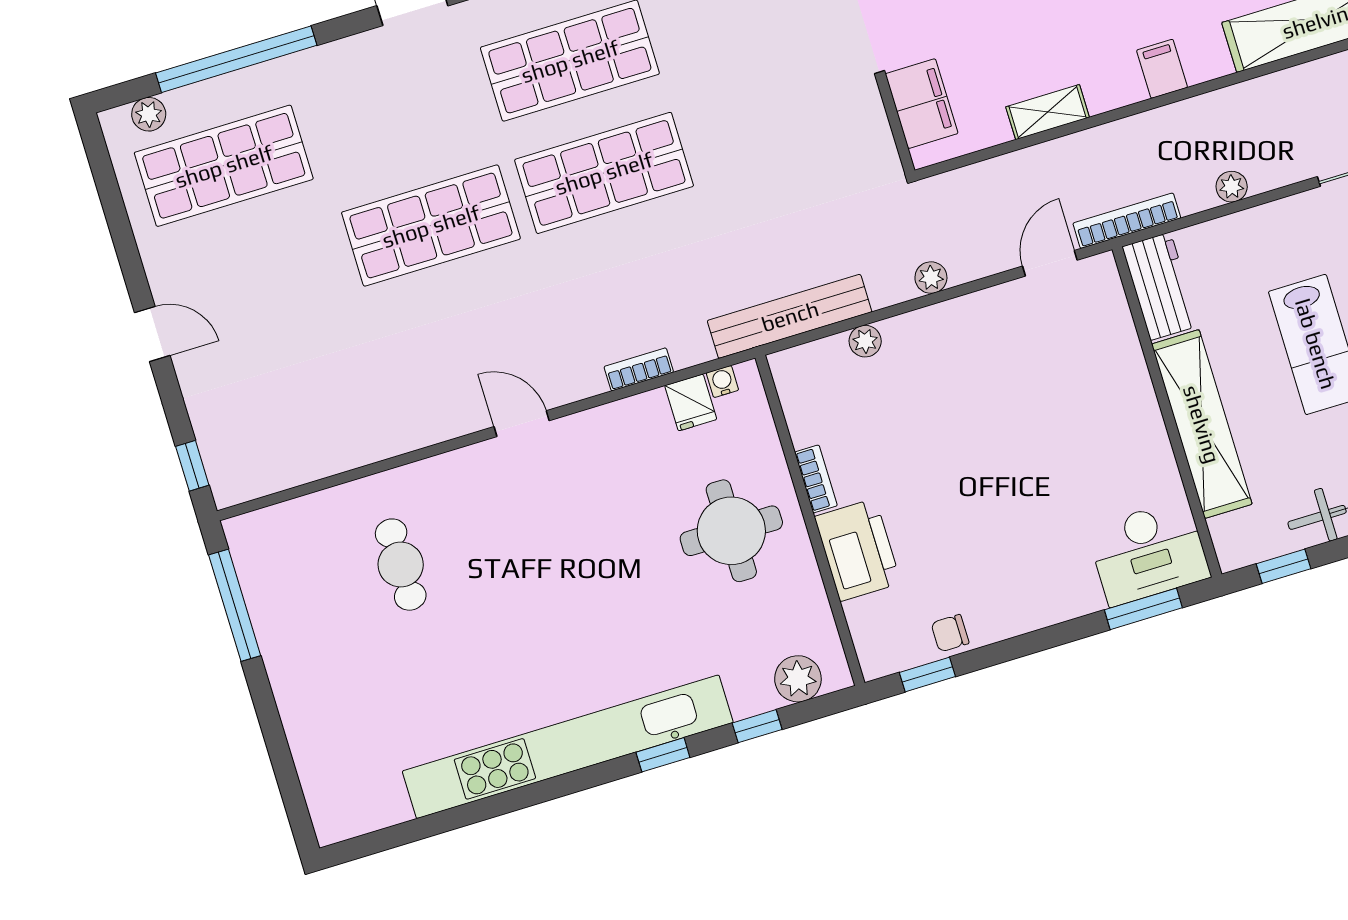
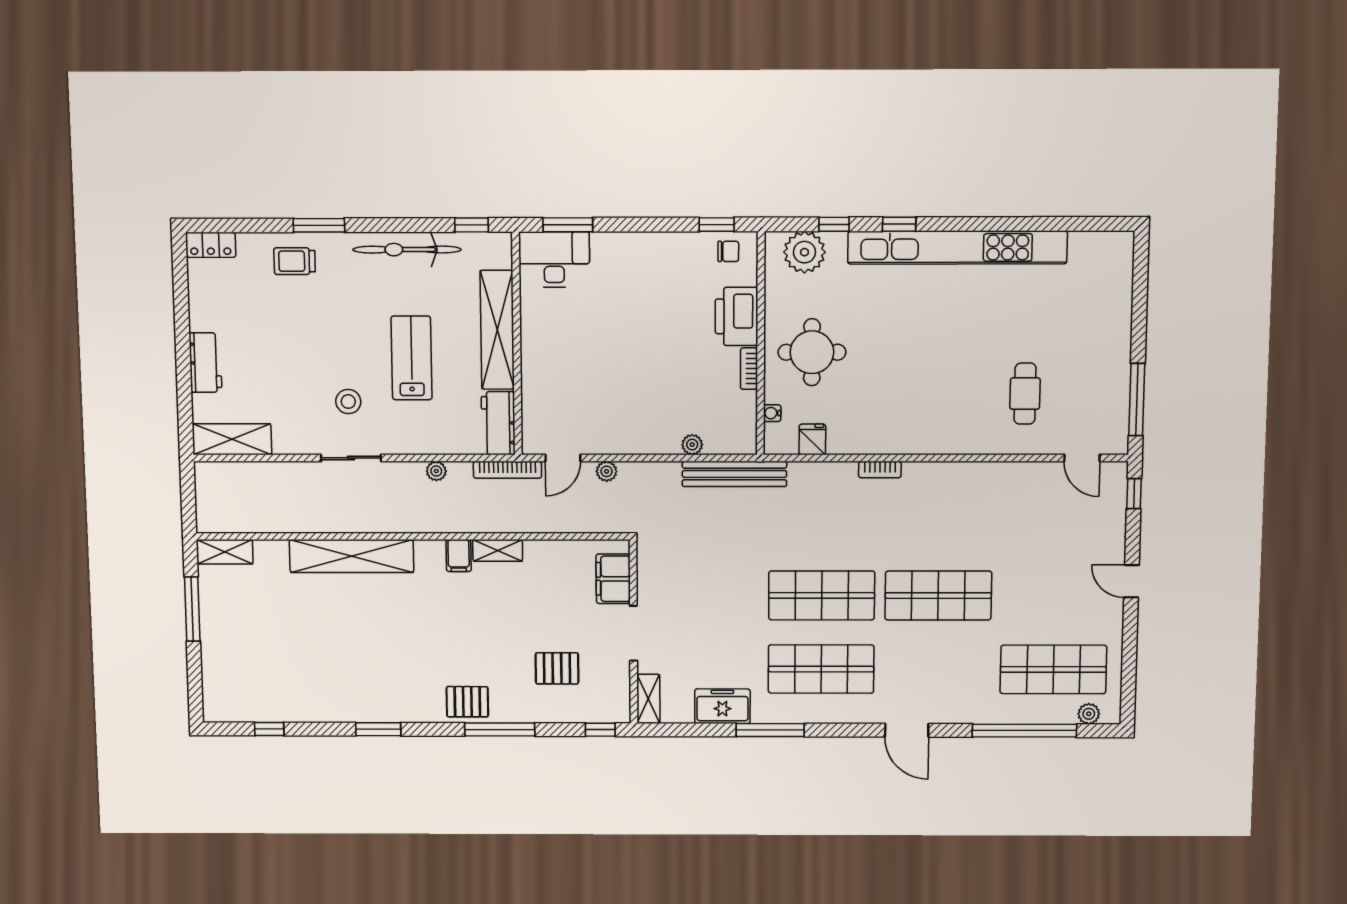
shelving: (1048, 112) -> (498, 550), moved
plant: (931, 278) -> (607, 471), moved
bookcase: (639, 369) -> (880, 469), moved
water cooler: (722, 382) -> (772, 413), moved, turned 90
door: (522, 424) -> (1082, 458), moved
chair: (950, 633) -> (728, 251), moved
plant: (798, 679) -> (804, 252), width x1.36, depth x1.36

